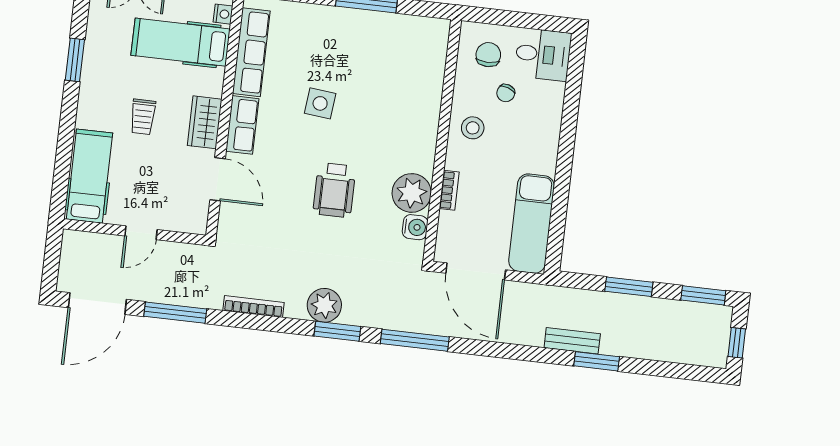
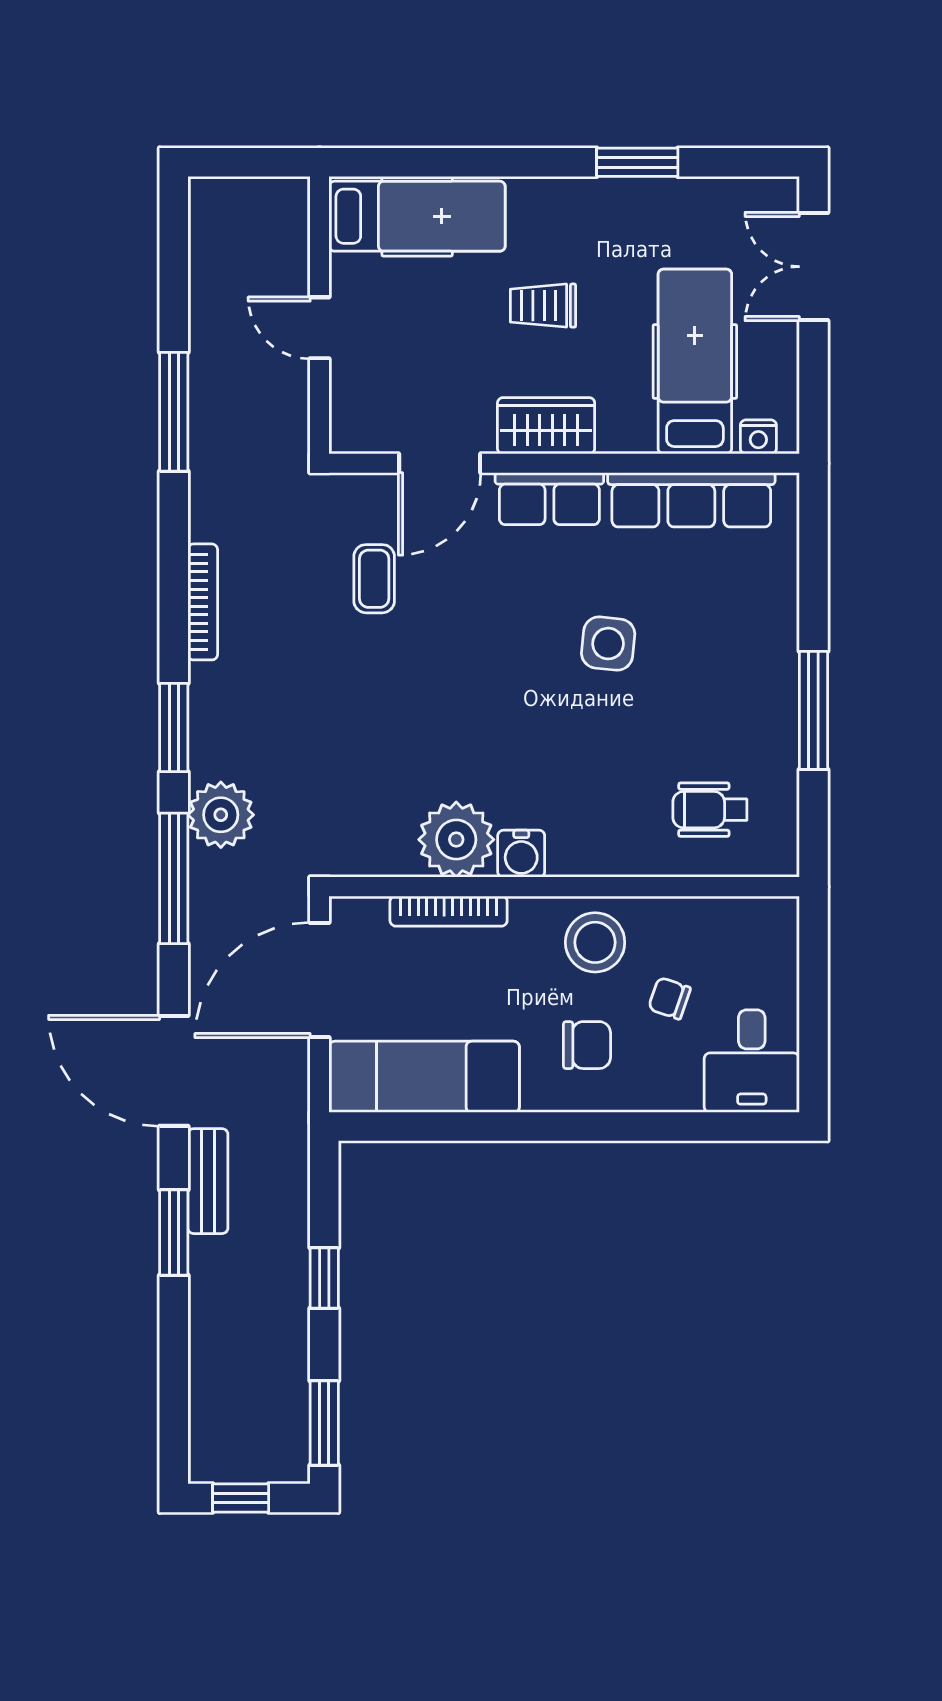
chair: (488, 55) -> (587, 1045), moved
stool: (473, 128) -> (595, 942), width x1.38, depth x1.38
wheelchair: (334, 190) -> (710, 810), moved, width x0.73, depth x0.73
bookcase: (449, 190) -> (449, 911), width x1.56
coffee table: (273, 220) -> (374, 579), added
water cooler: (415, 227) -> (521, 854), moved
window: (629, 287) -> (324, 1278), width x0.67
door: (97, 304) -> (174, 1071), moved
plant: (324, 305) -> (221, 815), moved
bookcase: (254, 307) -> (203, 602), moved

